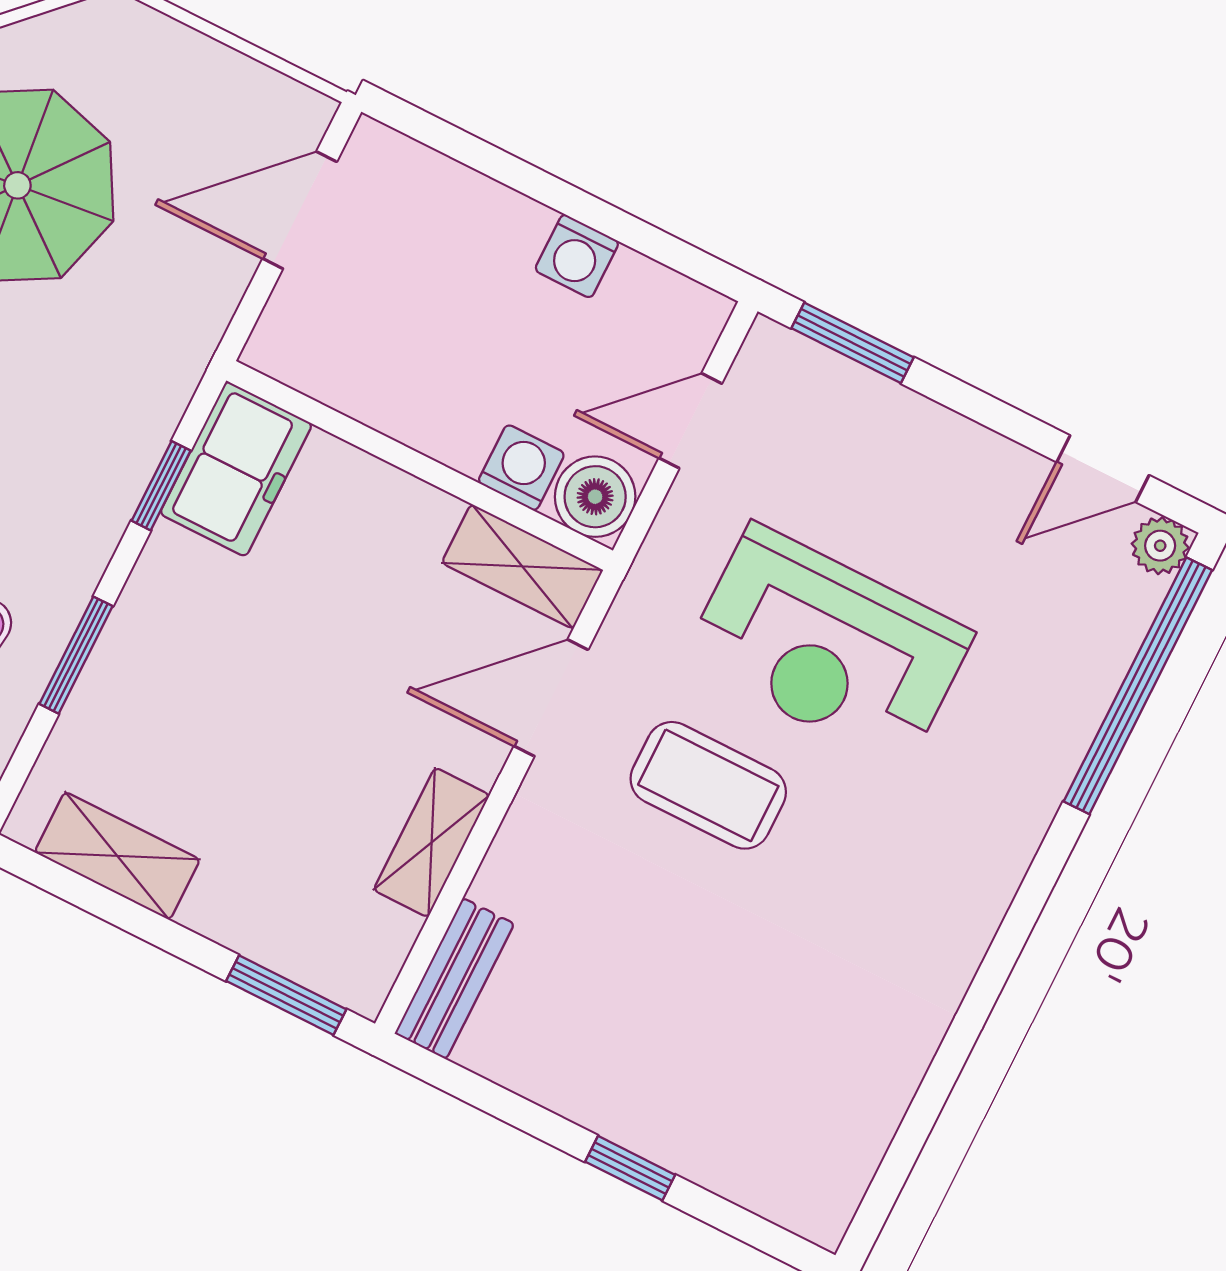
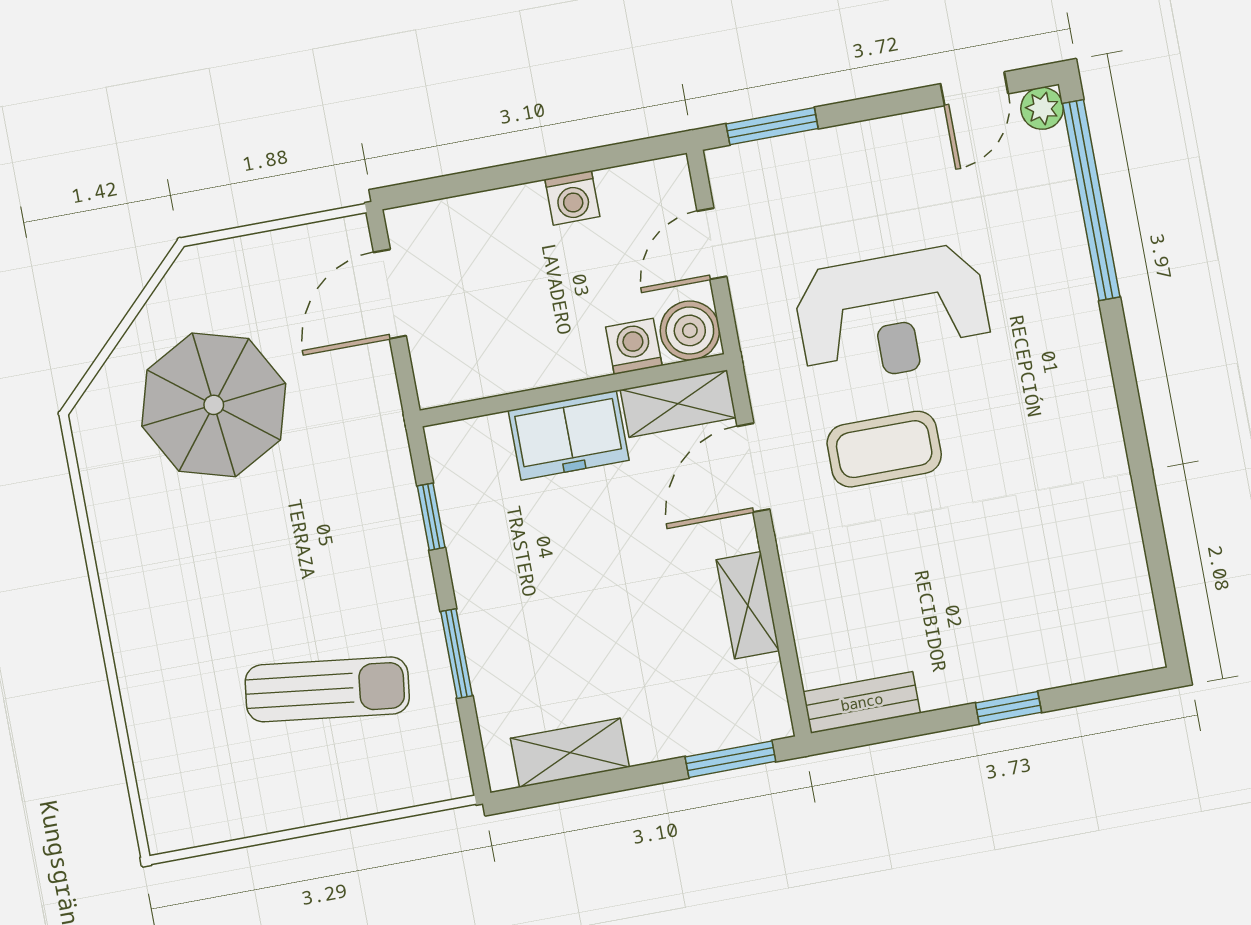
freezer: (236, 469) -> (569, 435), moved, turned 90
bench: (454, 979) -> (862, 702), moved, turned 90

